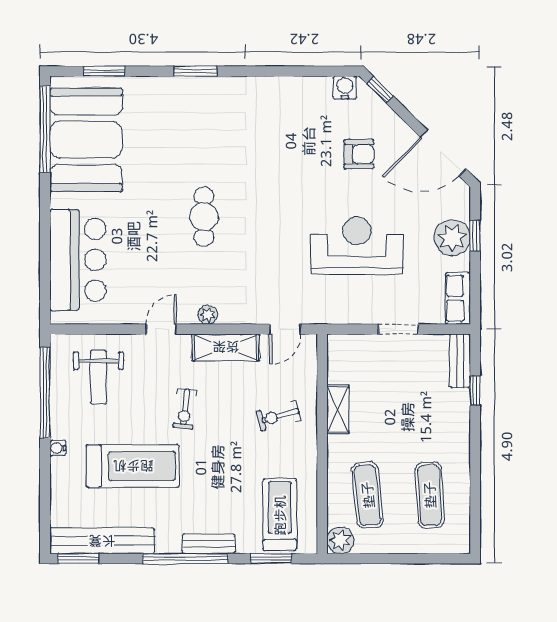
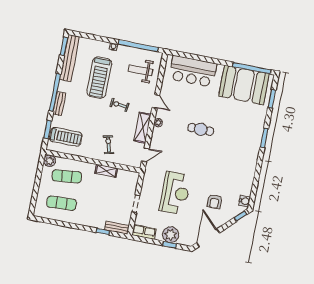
door: (285, 329) -> (145, 155), swing flipped

